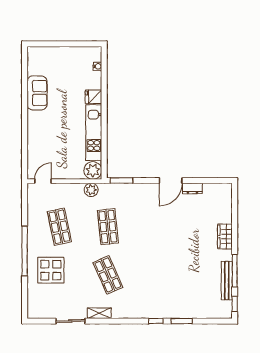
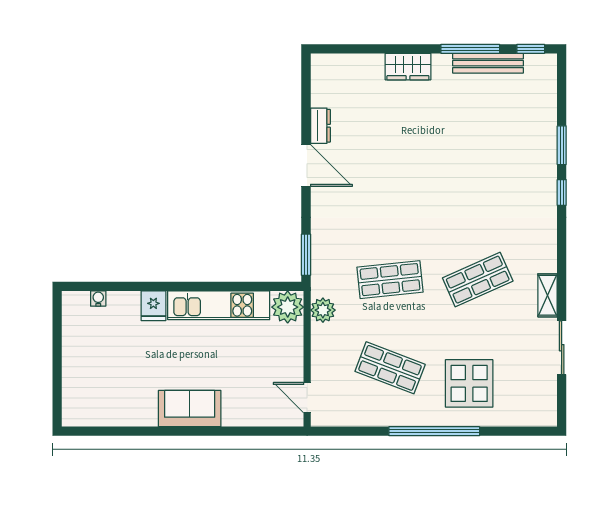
sofa: (37, 93) -> (190, 409), moved
shop shelf: (59, 227) -> (390, 368), turned 33

